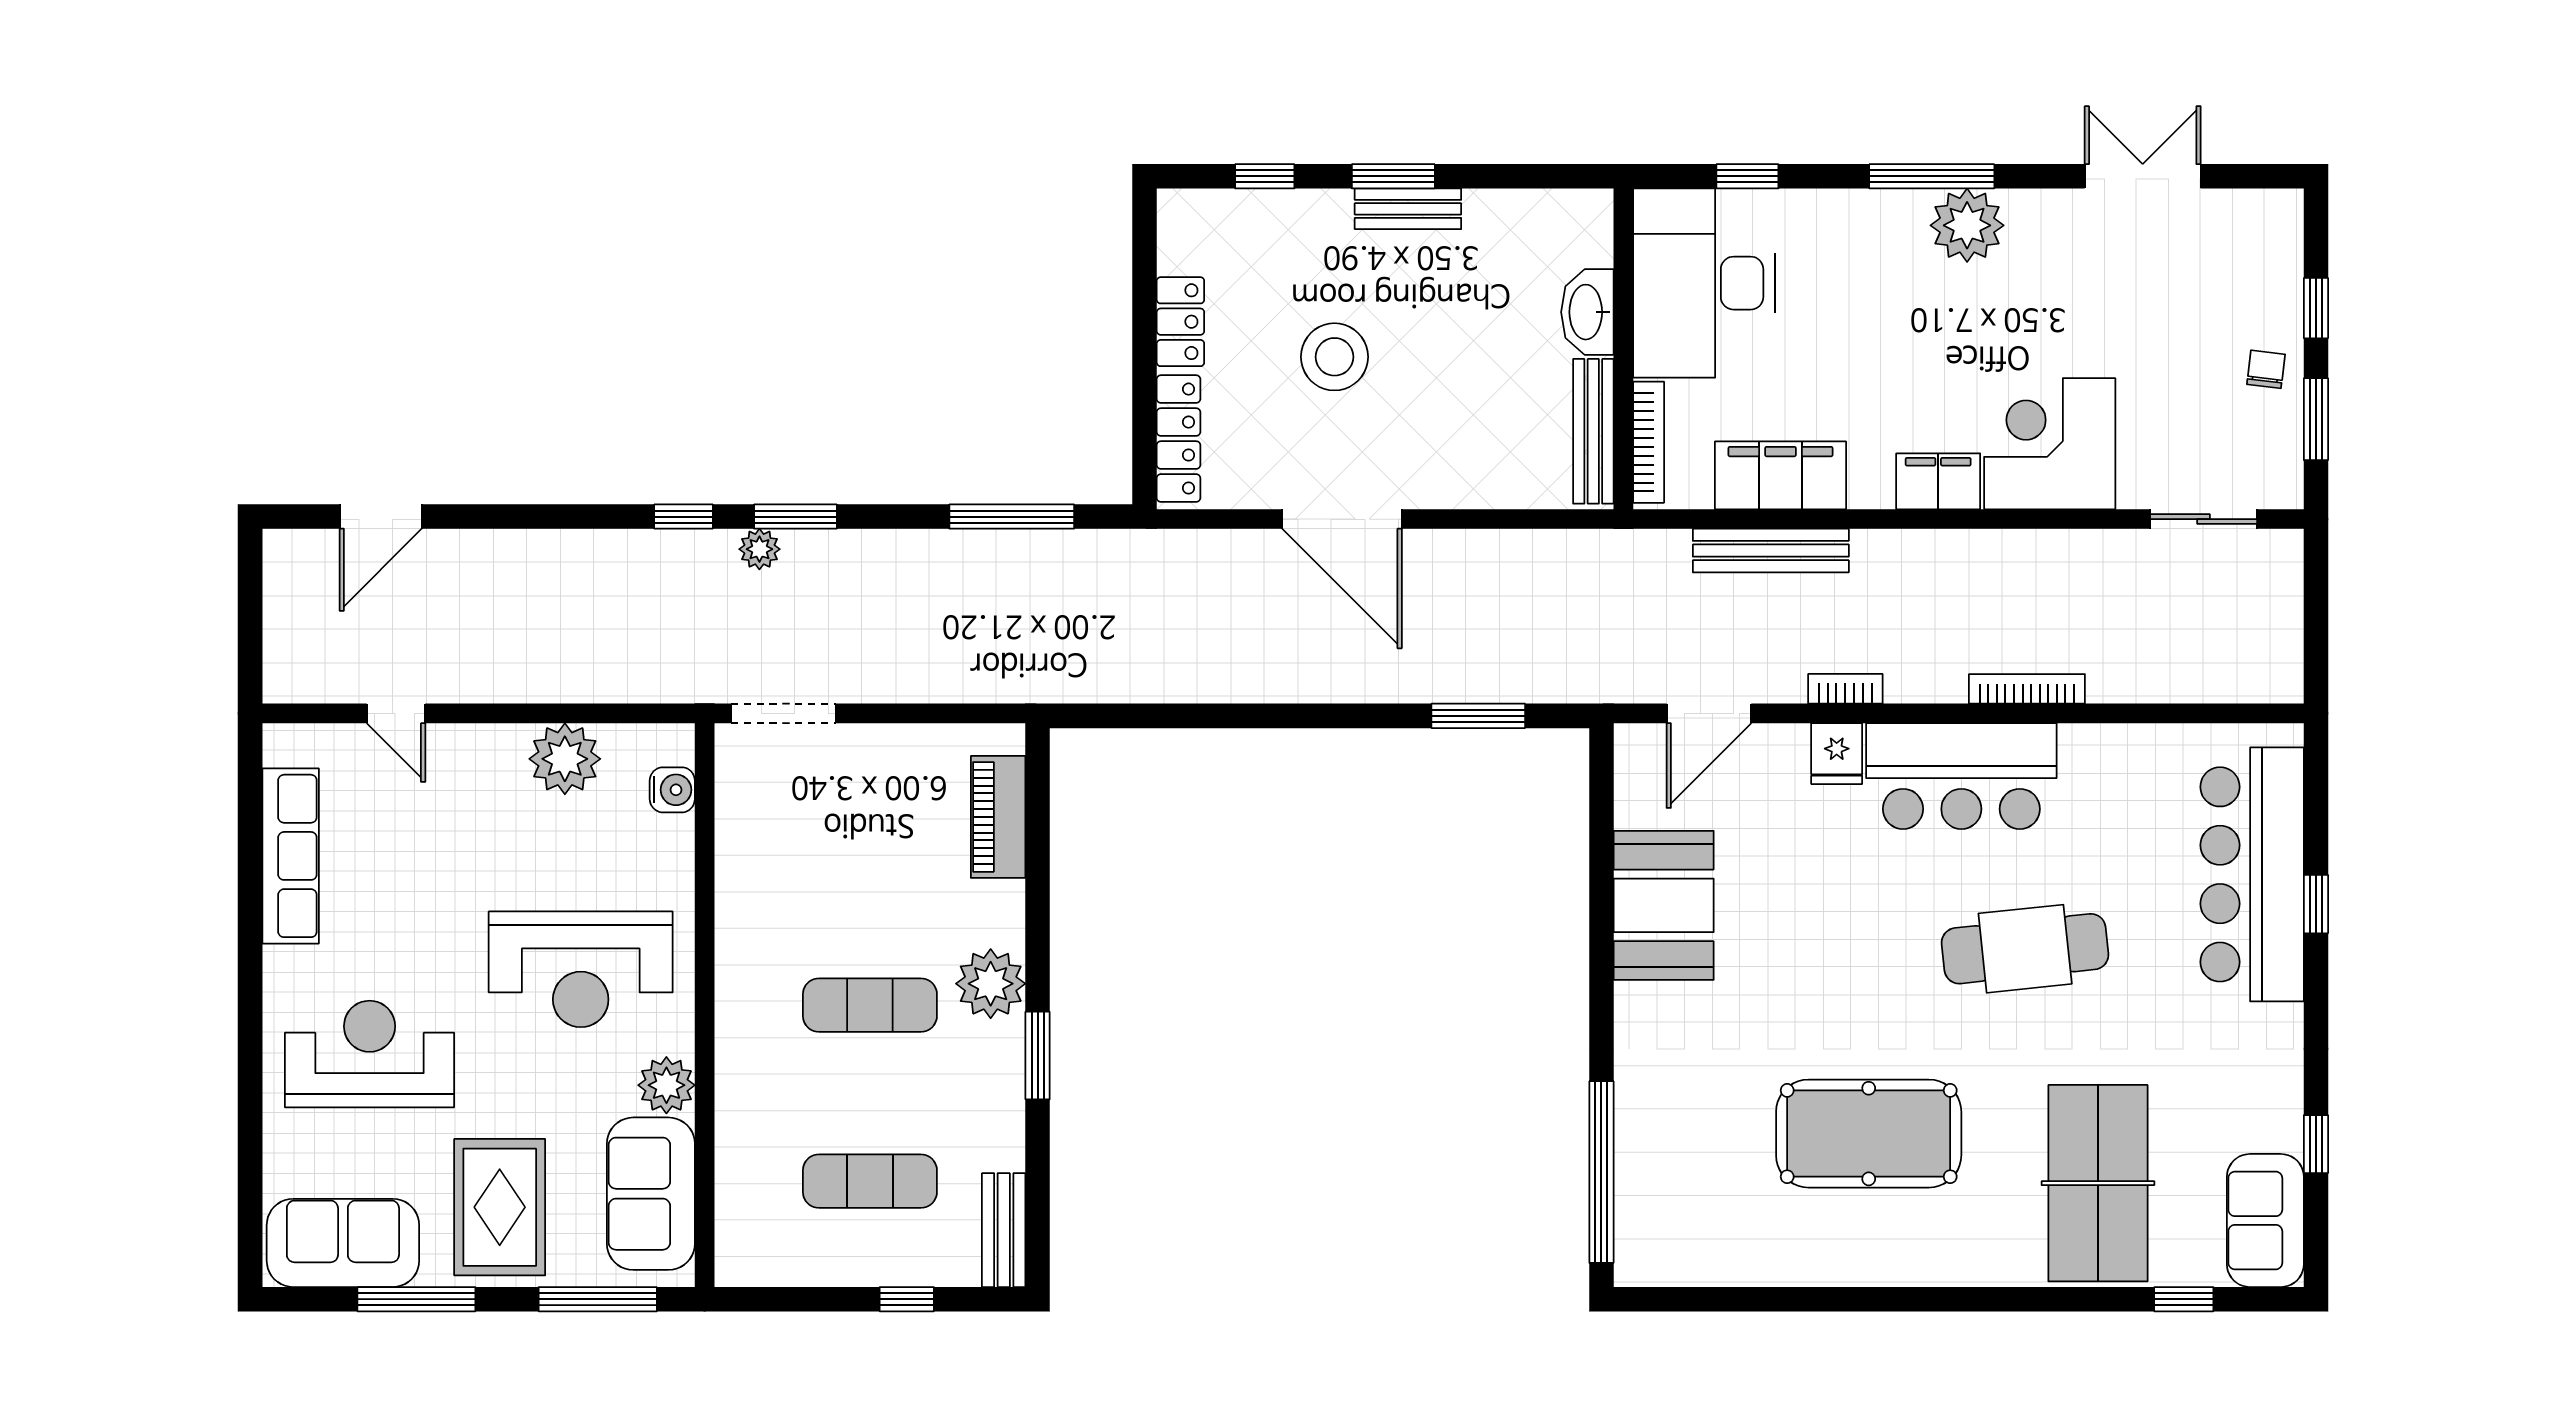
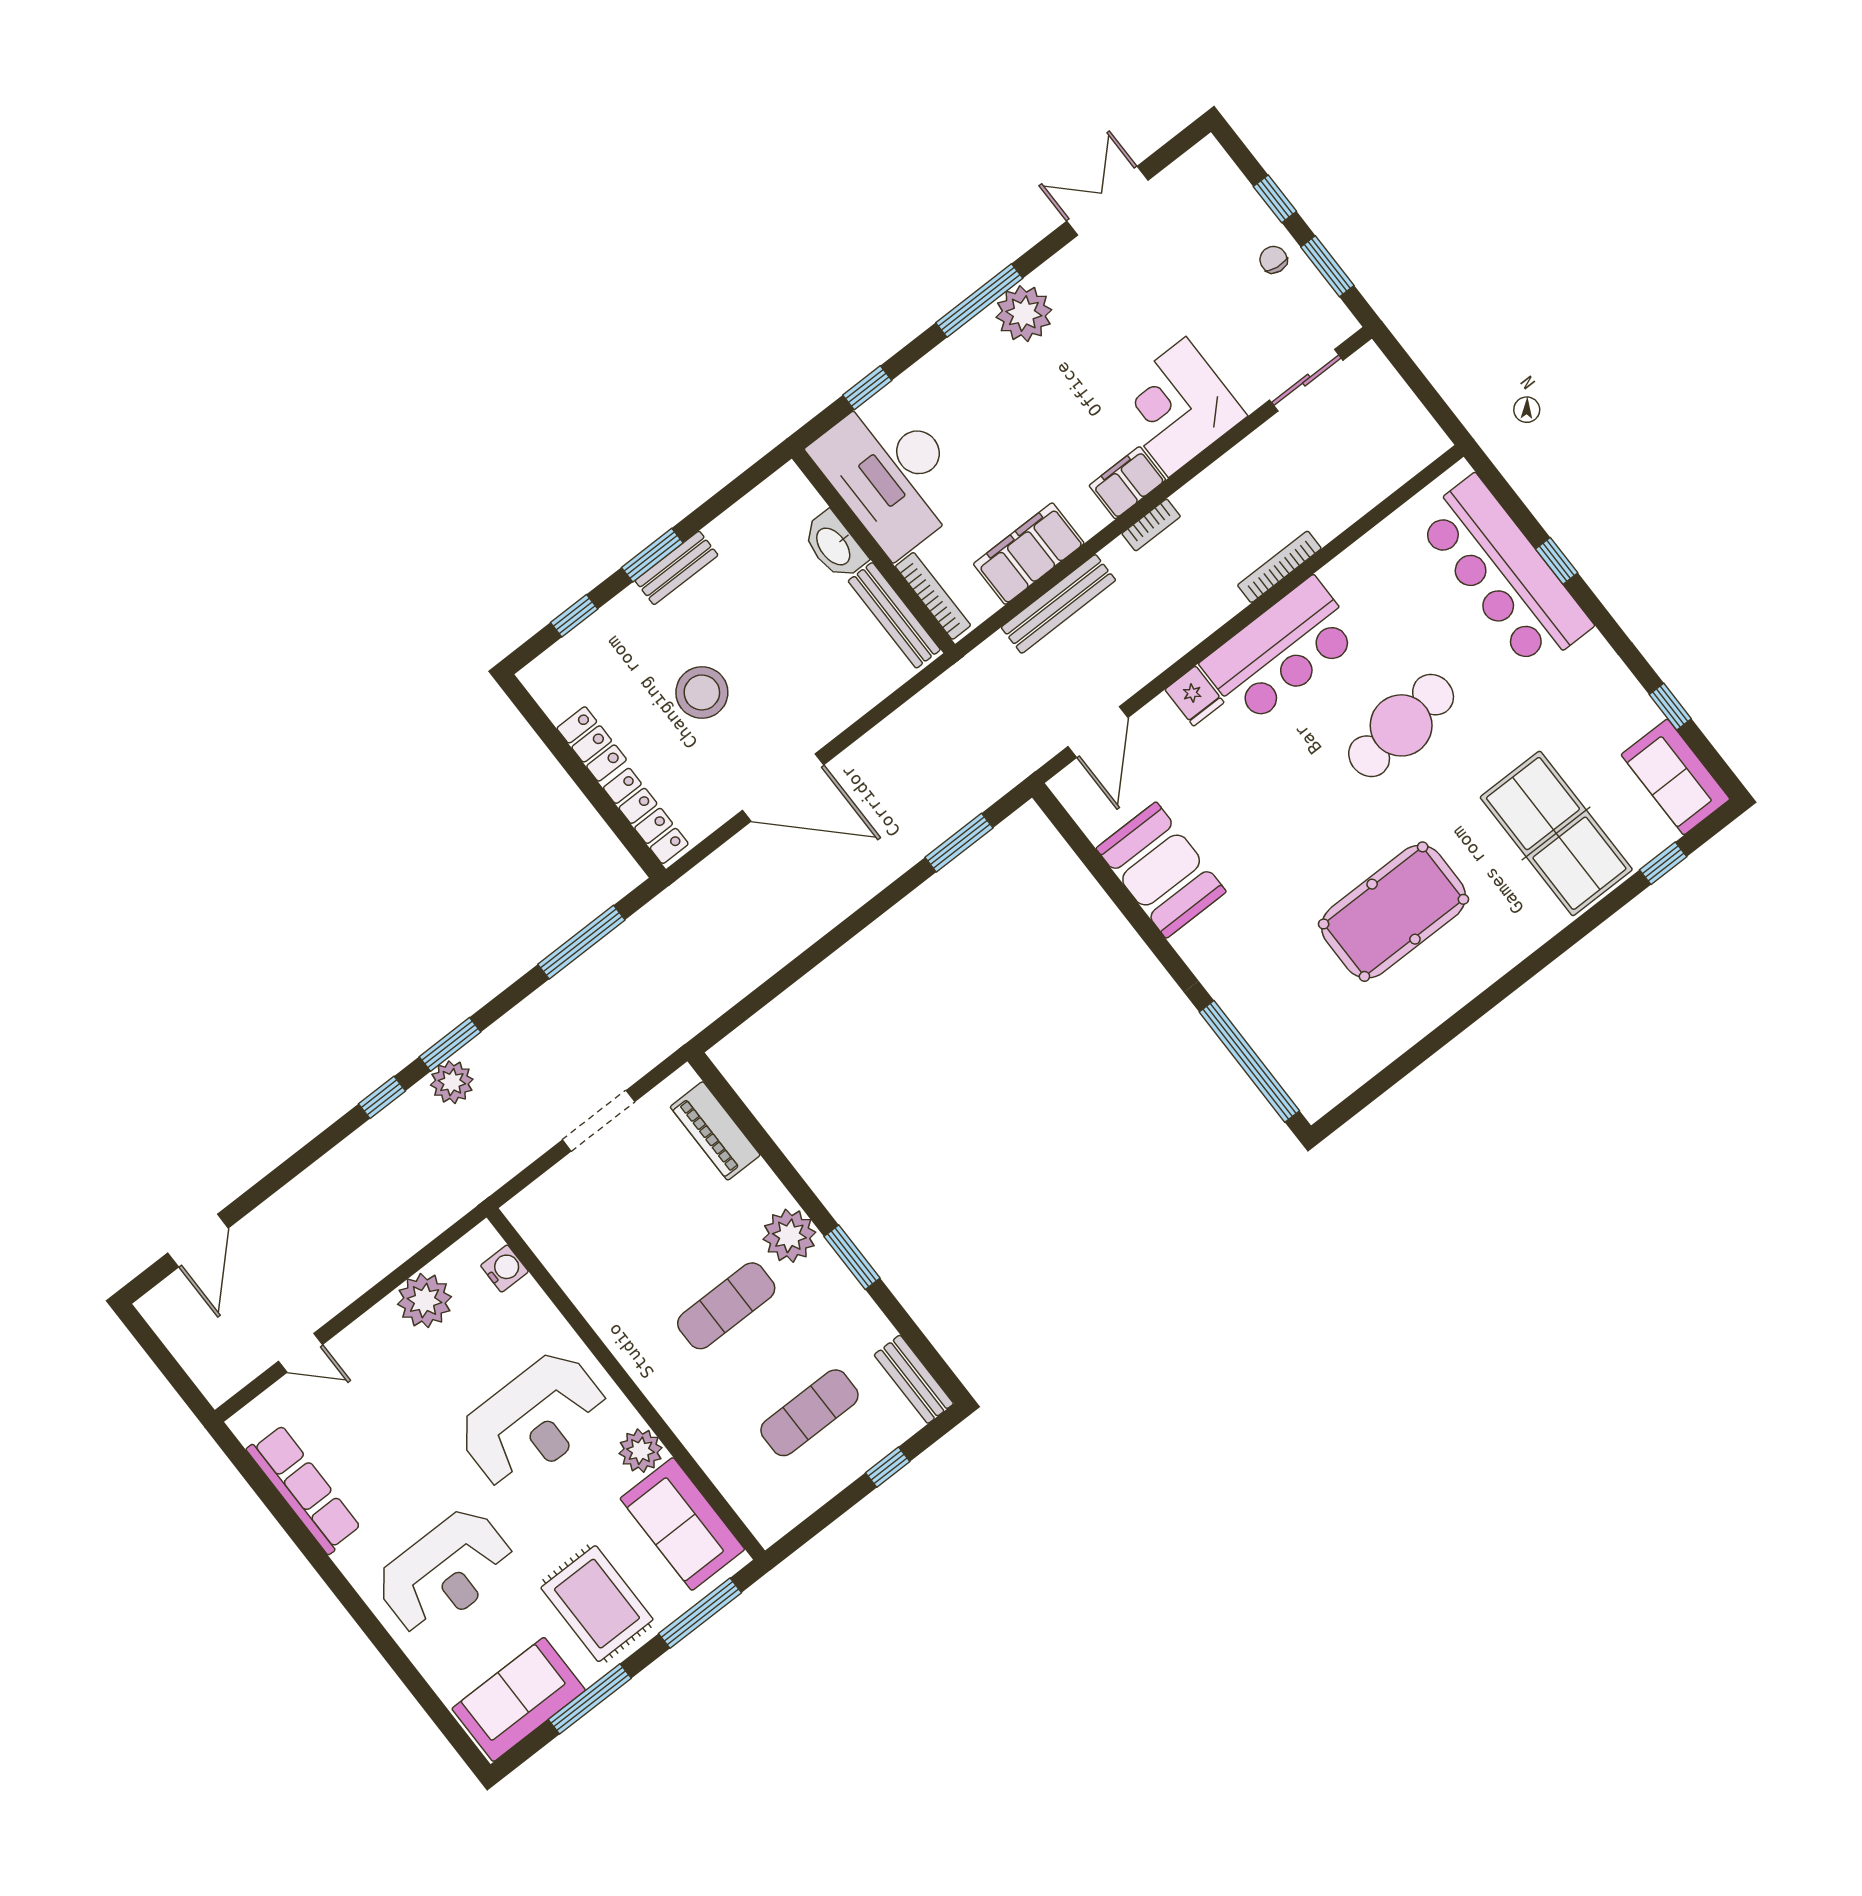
plant: (759, 549) -> (452, 1082), width x1.38, depth x1.38
bookcase: (1845, 689) -> (1151, 525), moved, turned 180
doorway: (783, 713) -> (599, 1121), moved
reception desk: (370, 1054) -> (445, 1572), turned 180

